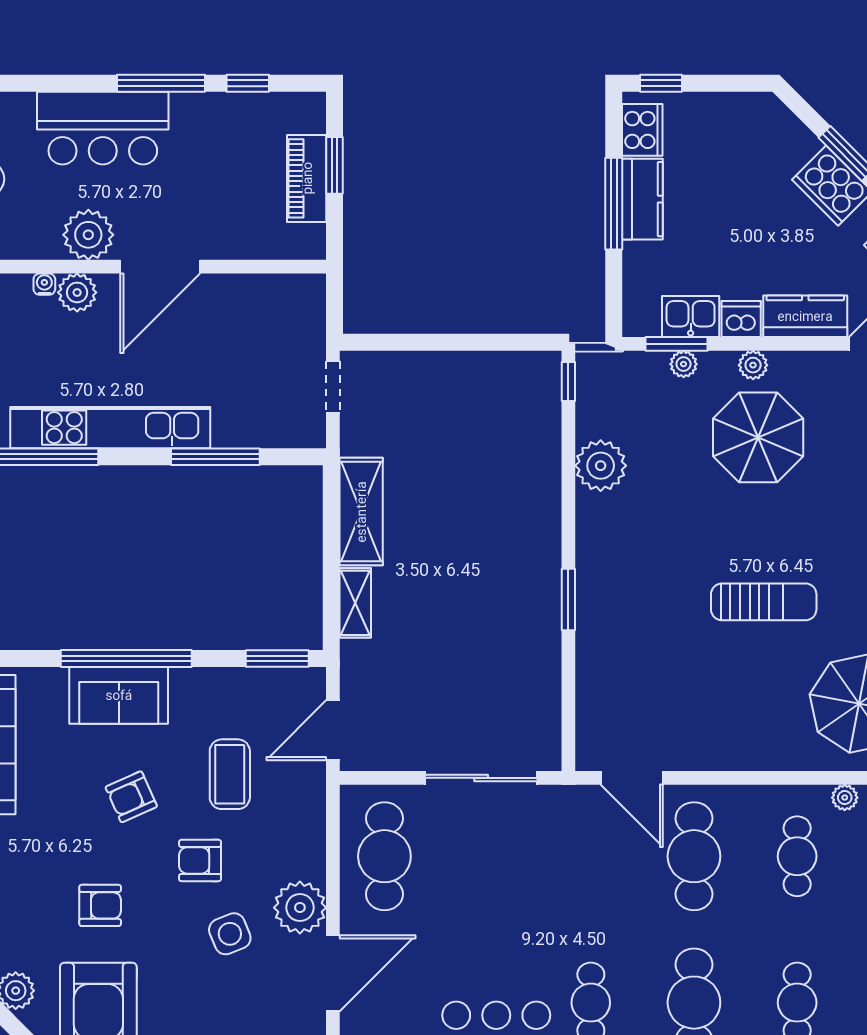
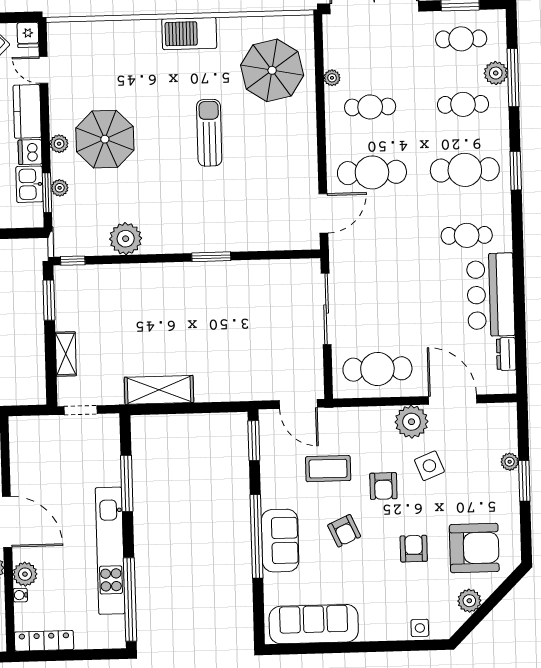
window: (507, 342) -> (49, 300), added
shelving: (355, 603) -> (66, 354), moved, turned 90

